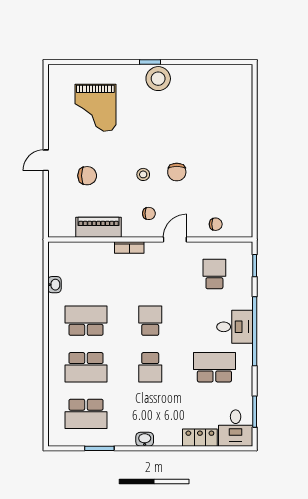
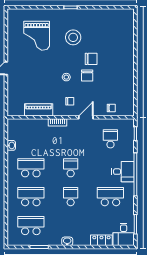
stool: (158, 79) -> (73, 37), moved
chair: (87, 176) -> (91, 59), moved
school desk: (86, 367) -> (31, 197), turned 180
school desk: (150, 367) -> (71, 197), turned 180
school desk: (86, 414) -> (31, 226), turned 180

